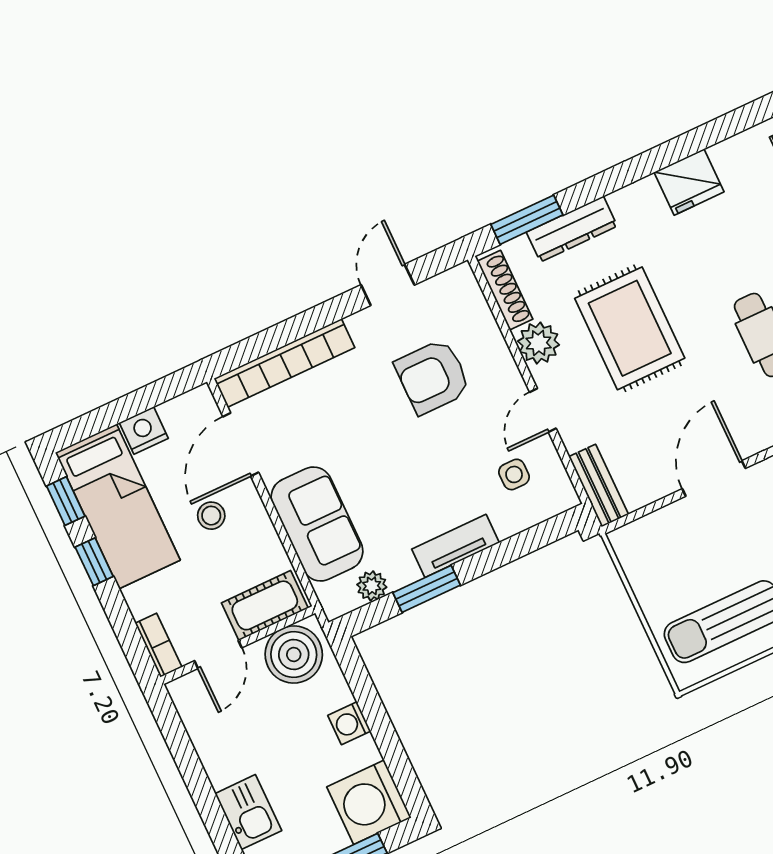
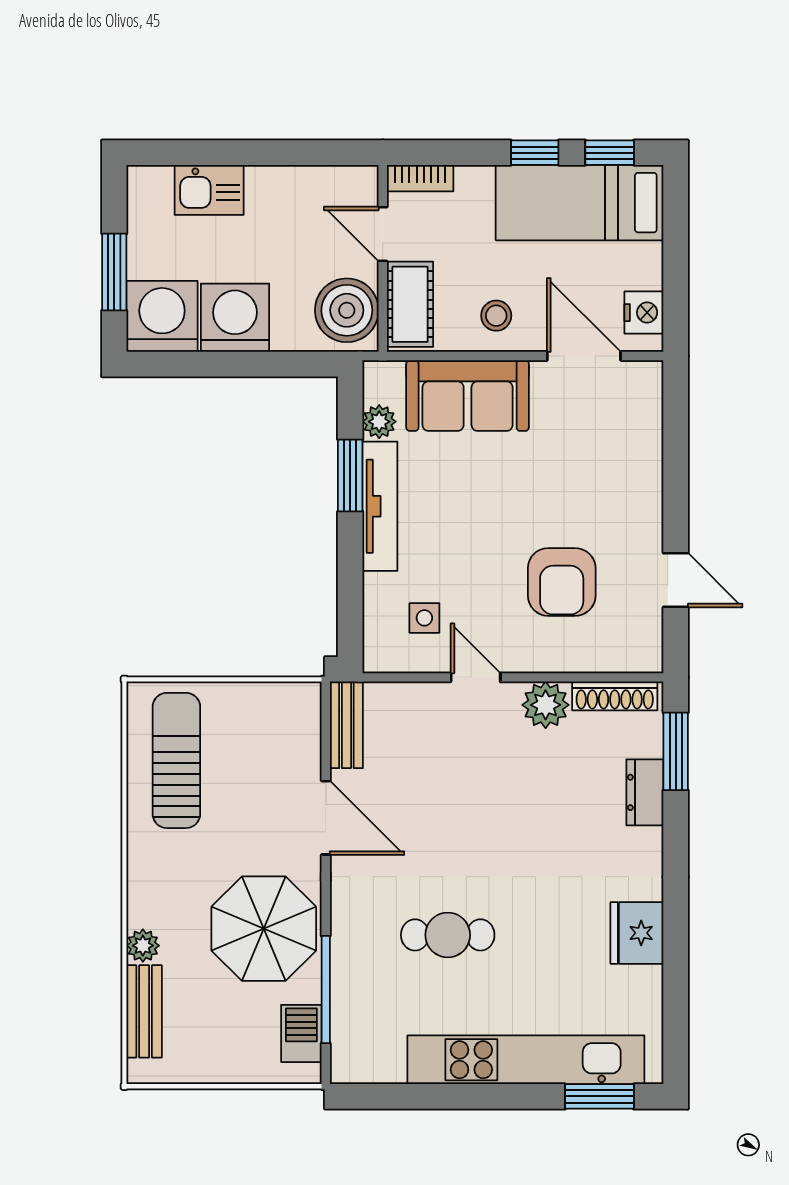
dresser: (572, 229) -> (645, 792), width x0.70
rug: (630, 328) -> (517, 804), removed
bookcase: (284, 363) -> (646, 439), removed
armchair: (433, 377) -> (562, 582), turned 180
nightstand: (144, 430) -> (644, 313), moved
bench: (599, 486) -> (346, 725), moved, turned 90
stool: (211, 516) -> (496, 316), moved
tv unit: (456, 546) -> (380, 506), width x1.41
washing machine: (349, 723) -> (235, 318), width x1.89, depth x1.89

